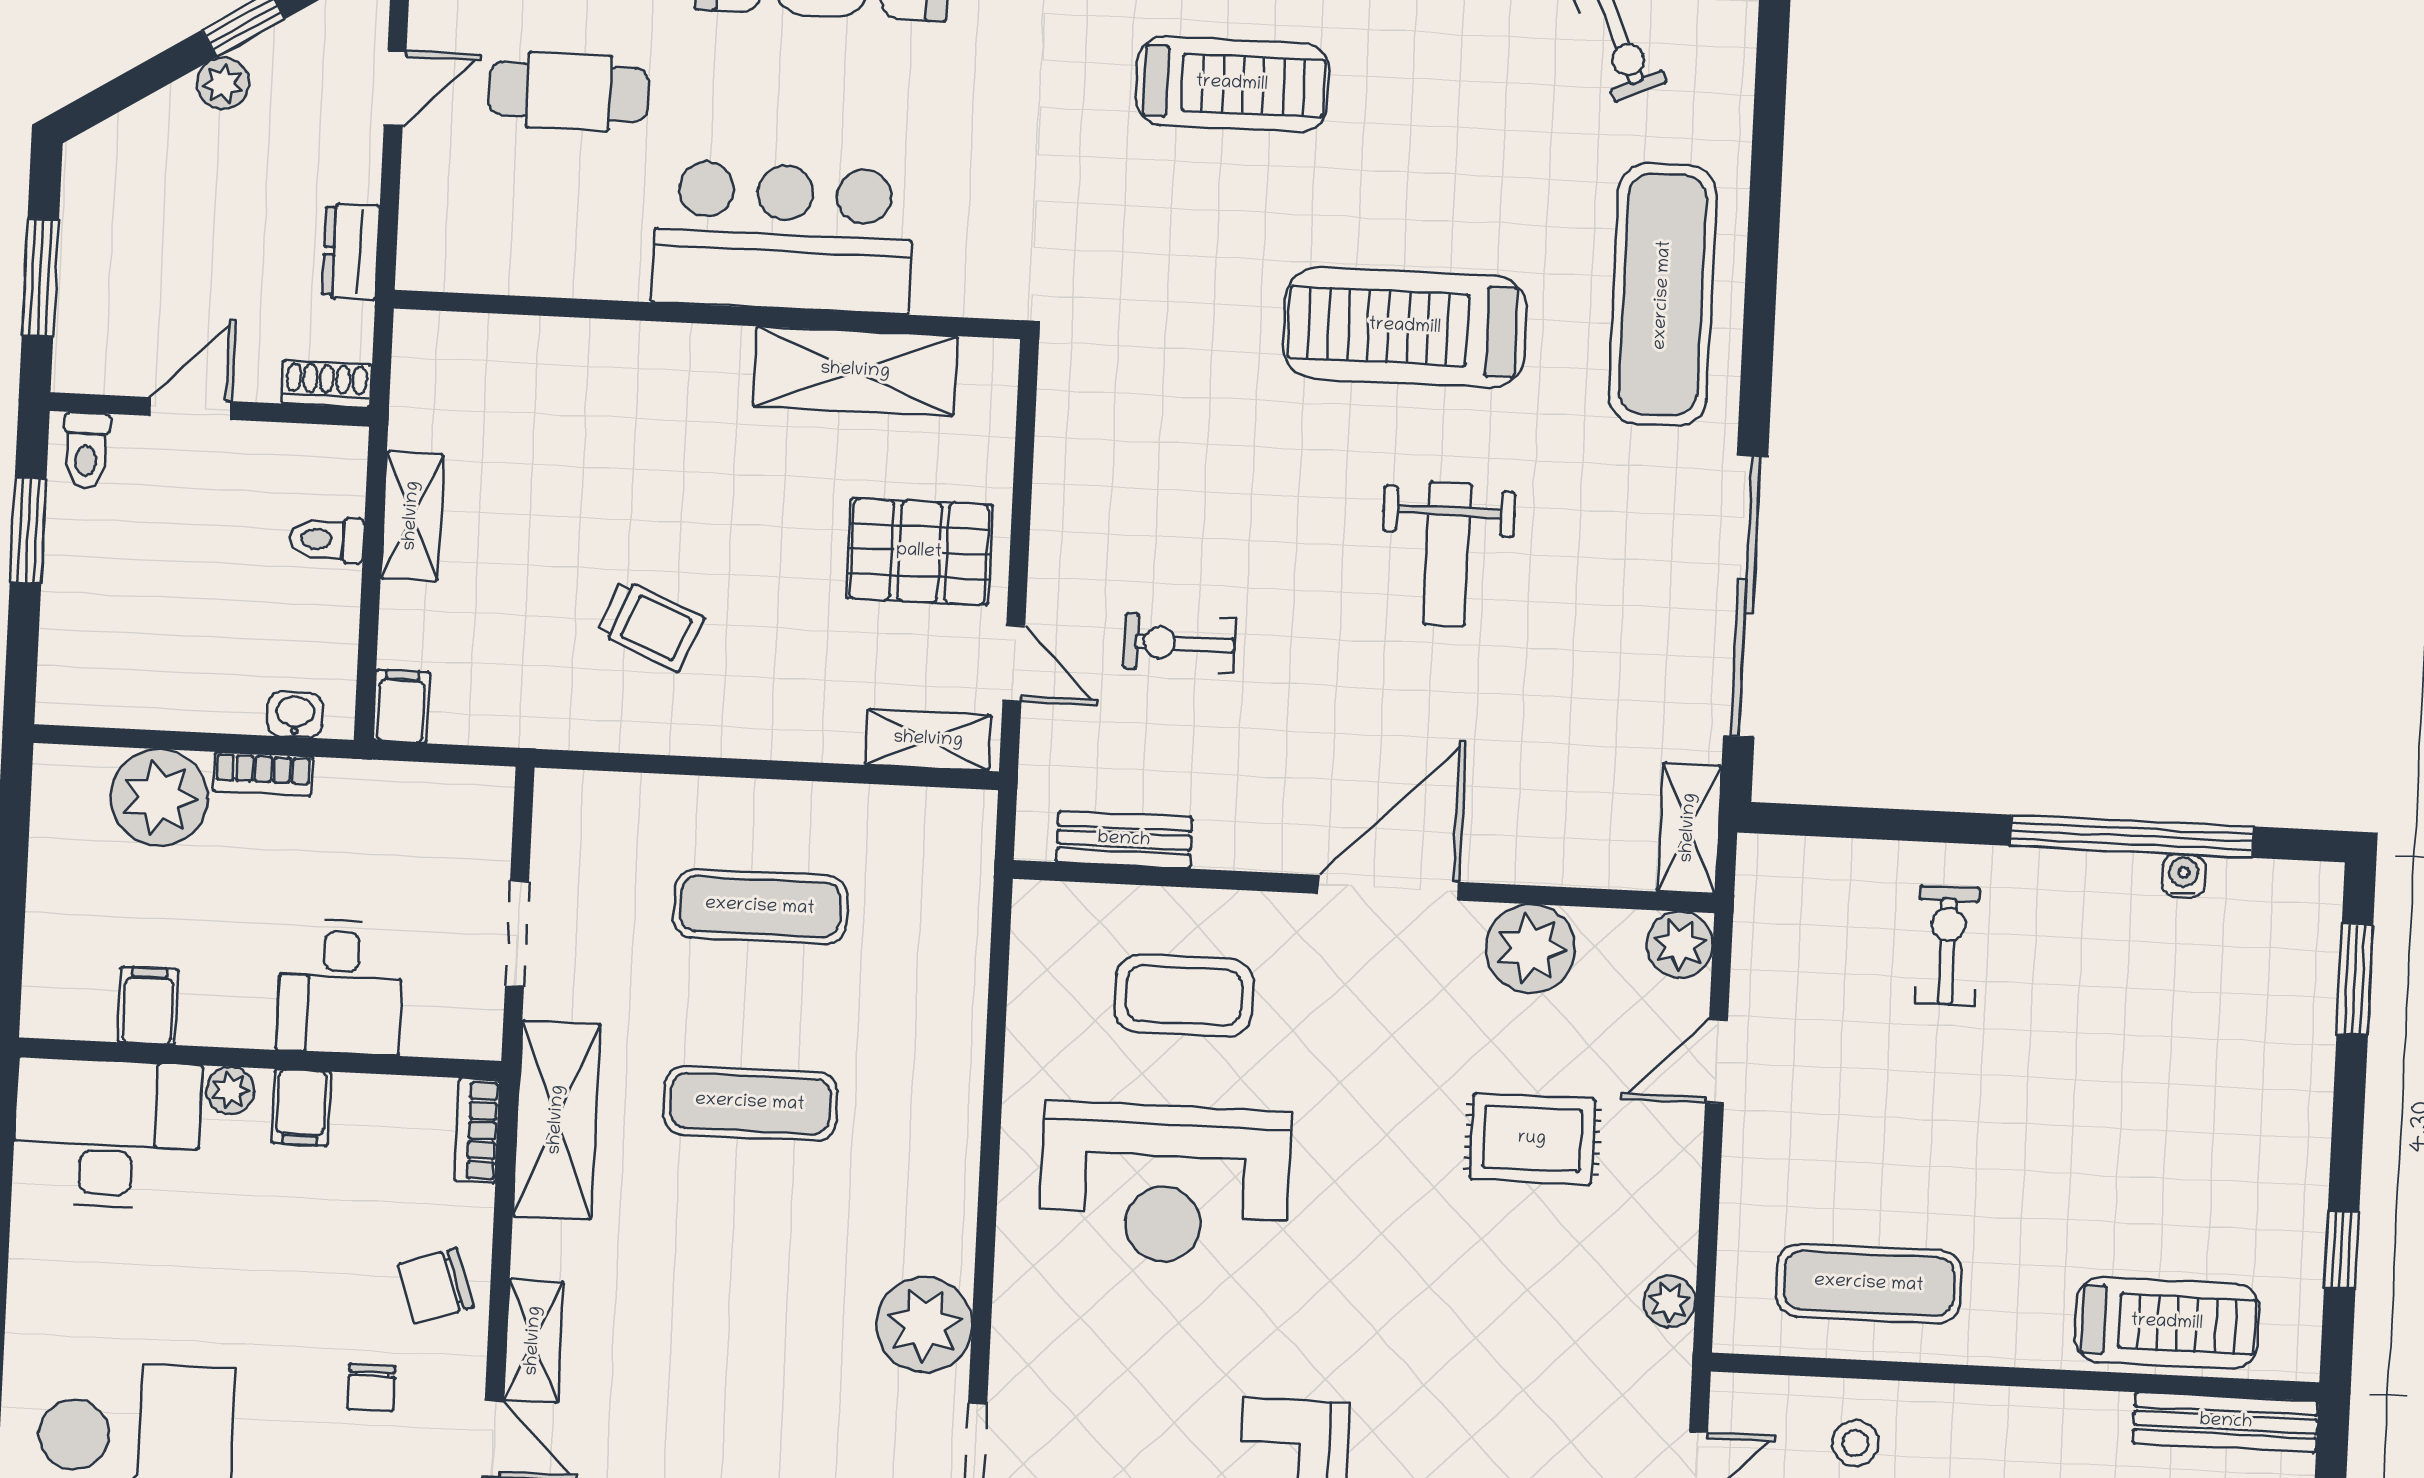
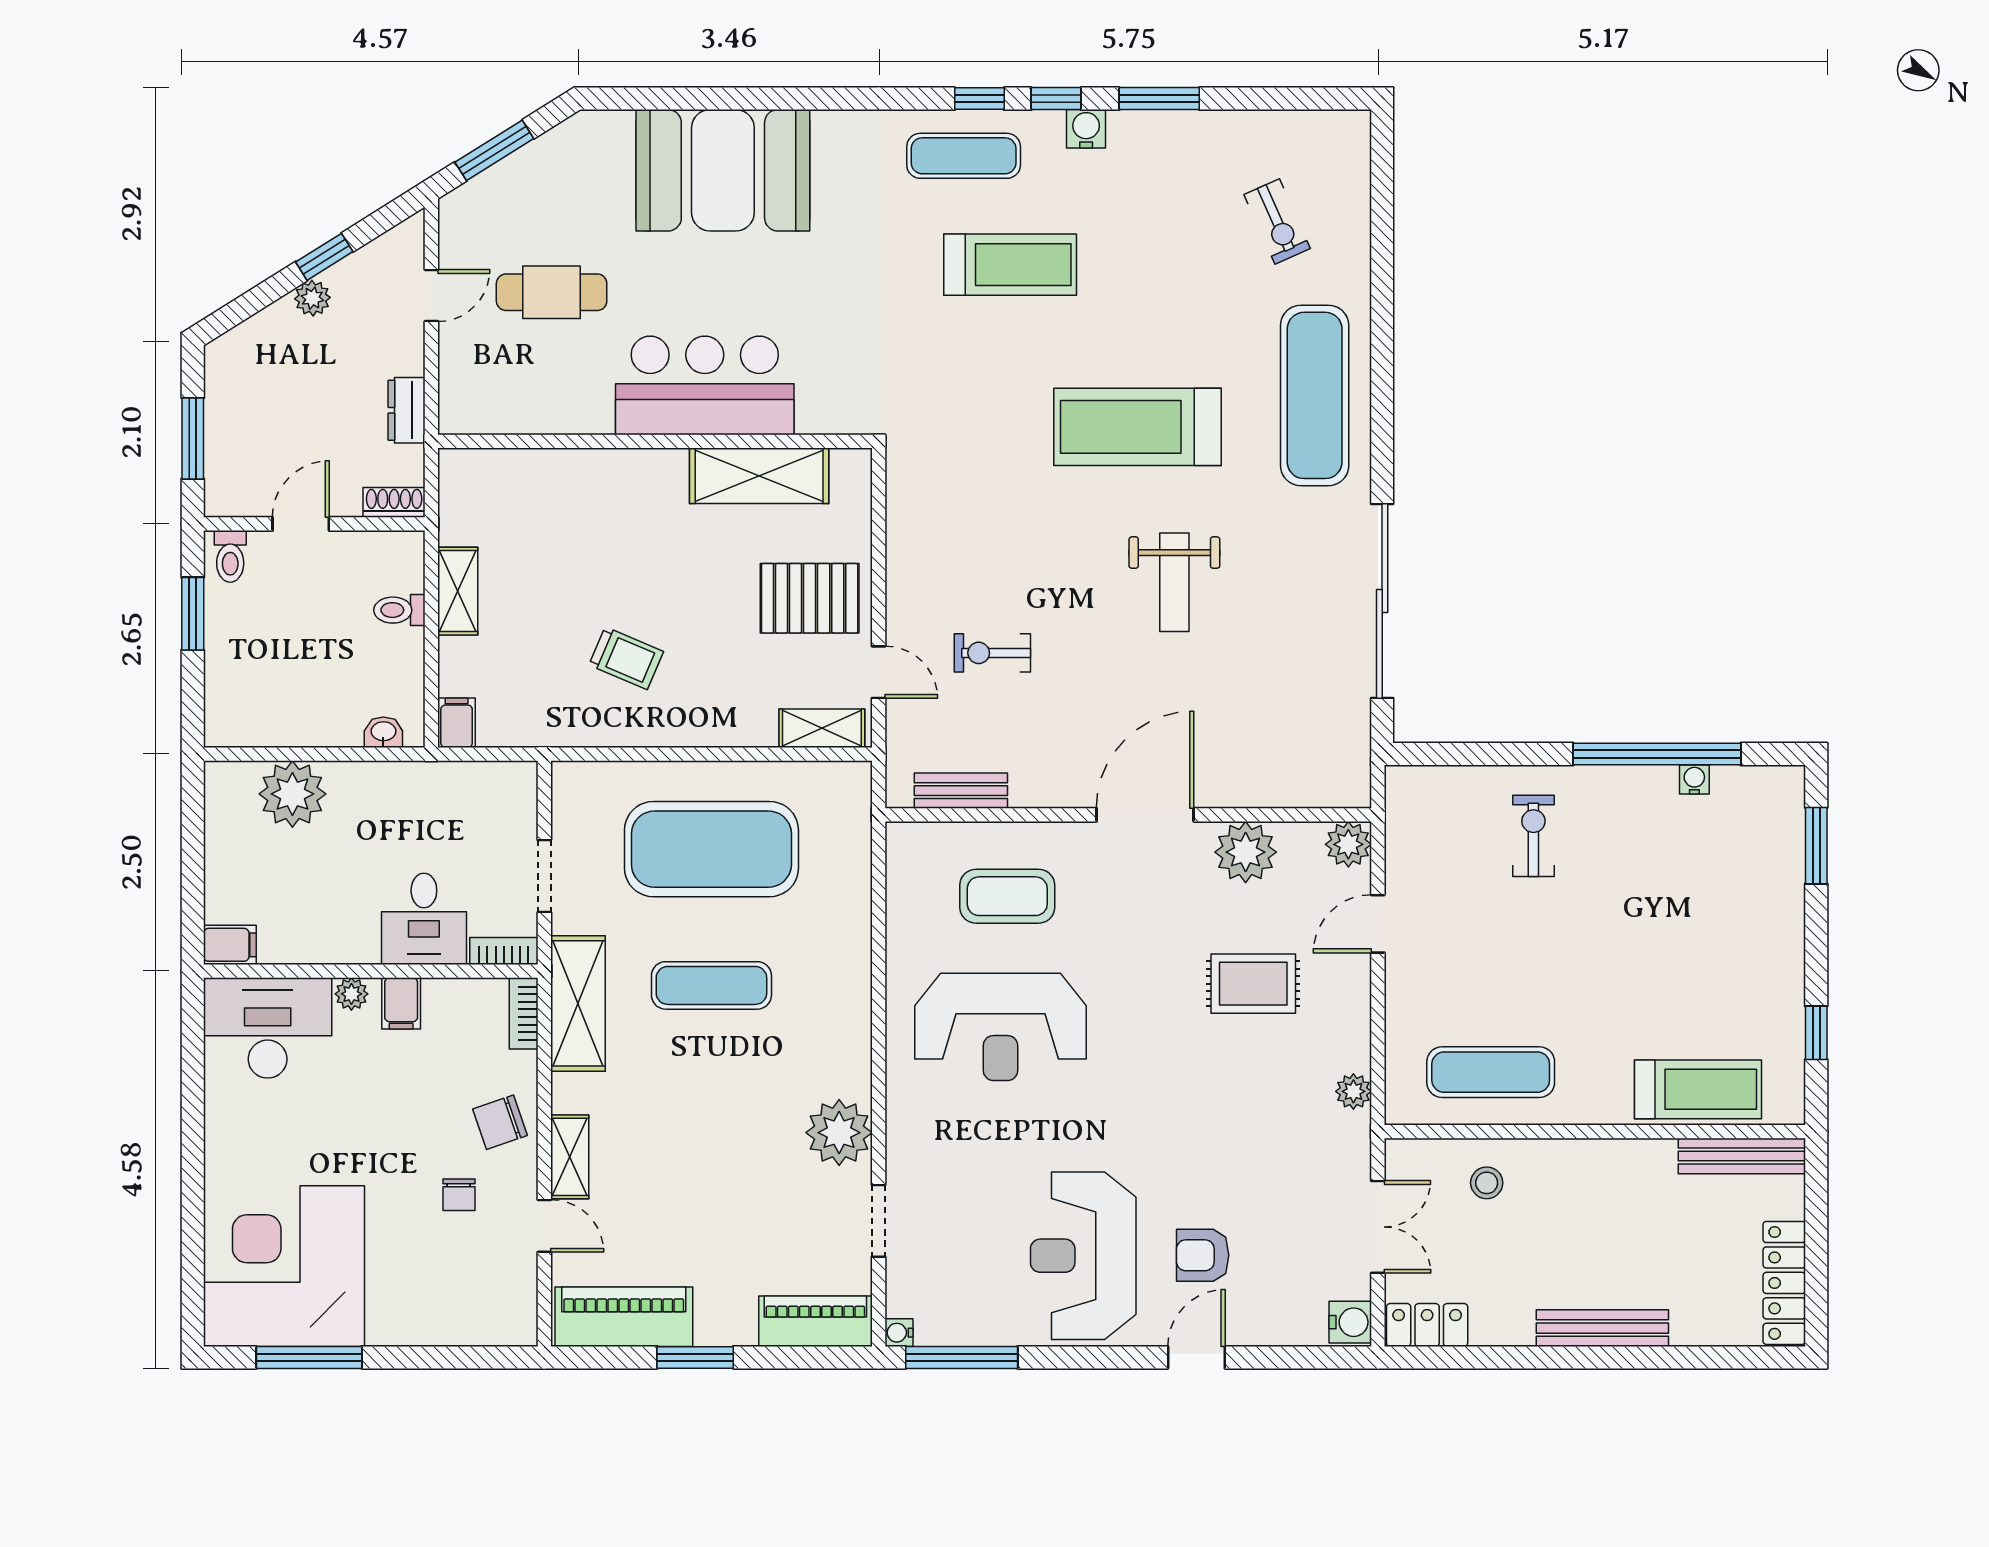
bookcase: (263, 774) -> (504, 951), moved, turned 180
shelving: (1689, 828) -> (1351, 764), removed
exercise mat: (760, 907) -> (711, 849), width x2.00, depth x1.45
filing cabinet: (148, 1006) -> (230, 945), moved, turned 90

